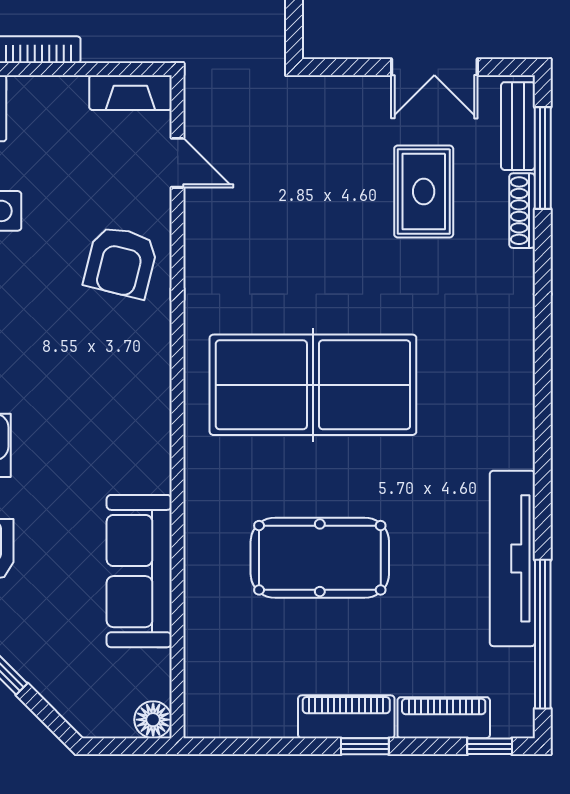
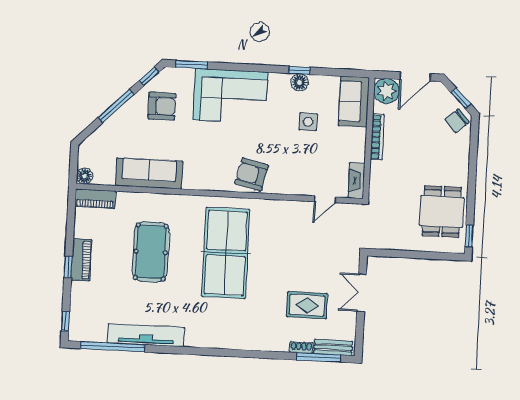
double door: (434, 67) -> (362, 293), moved
shoe rack: (522, 211) -> (301, 348), width x0.70
armchair: (121, 262) -> (252, 174), moved
piano: (444, 718) -> (95, 199), moved, turned 90

